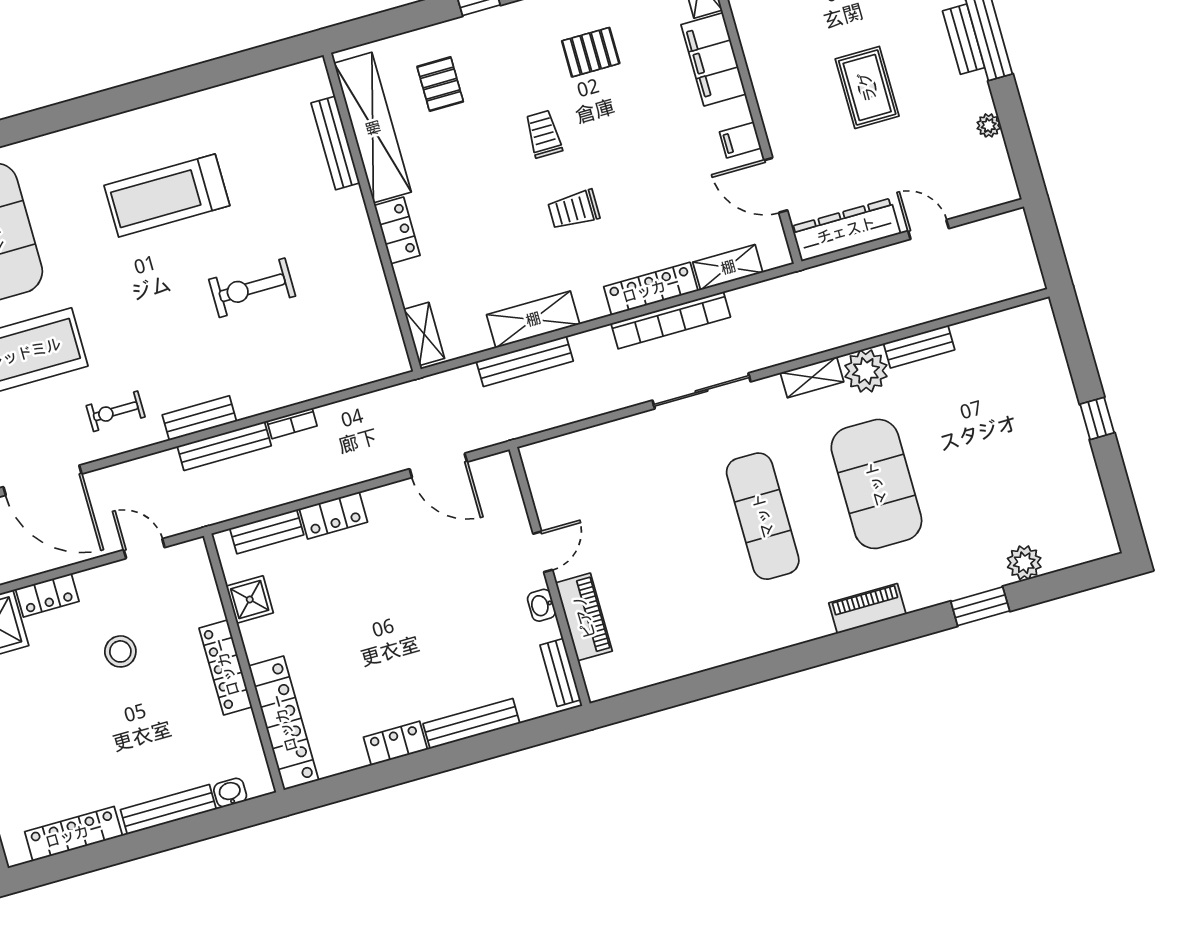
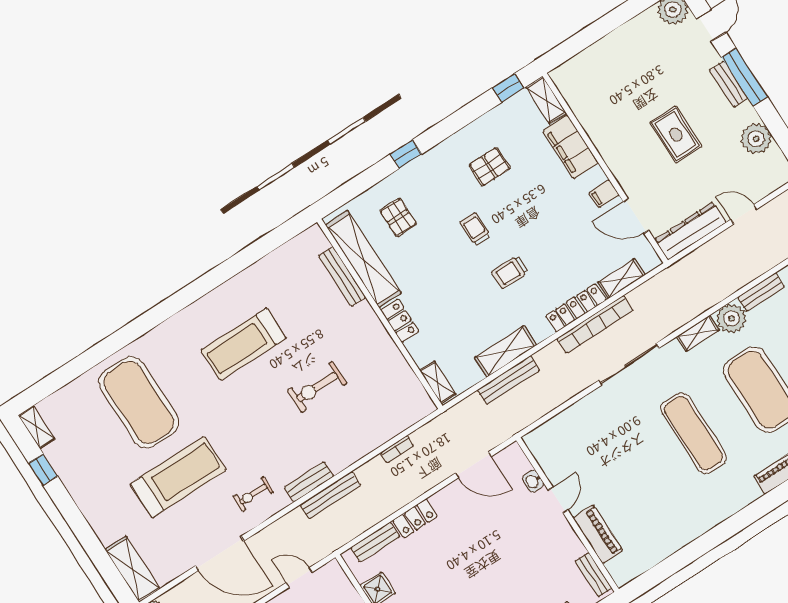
plant: (989, 125) -> (756, 139), width x1.88, depth x1.88
bookcase: (292, 423) -> (397, 449), moved
washbasin: (541, 605) -> (533, 481), moved

